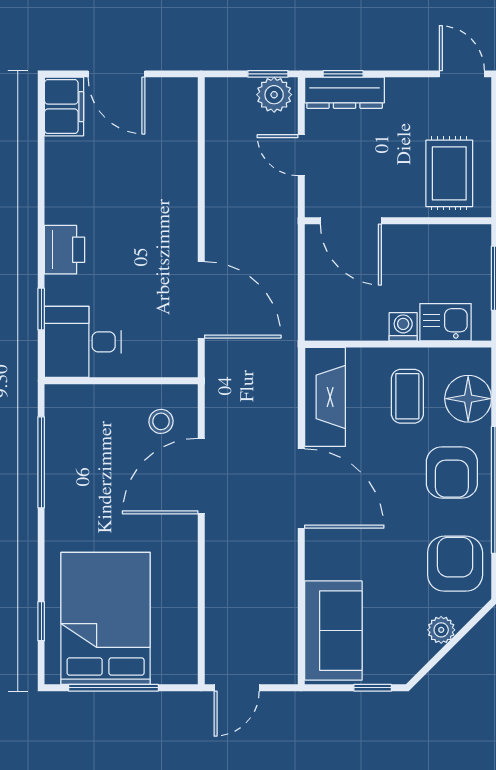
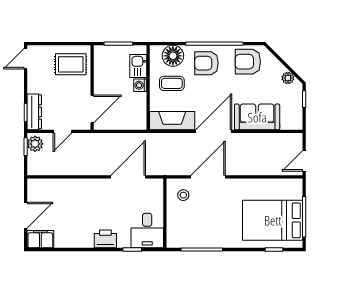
armchair: (452, 473) -> (206, 63), turned 180
door: (201, 476) -> (208, 177), swing flipped
plant: (441, 630) -> (288, 78), moved
sofa: (333, 631) -> (257, 117), moved
door: (237, 688) -> (304, 161), swing flipped

